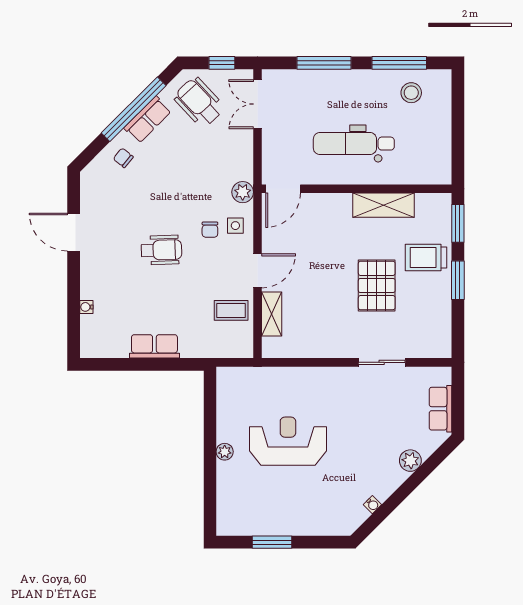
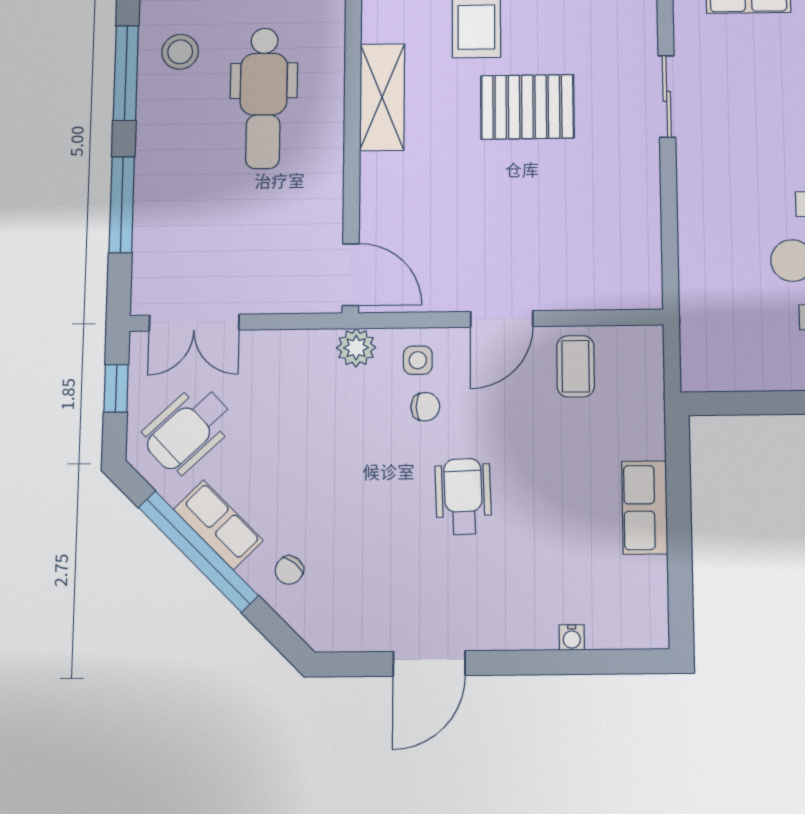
dental chair: (354, 144) -> (264, 98), moved
door: (257, 271) -> (502, 319), swing flipped
shelving: (272, 314) -> (581, 293), removed

